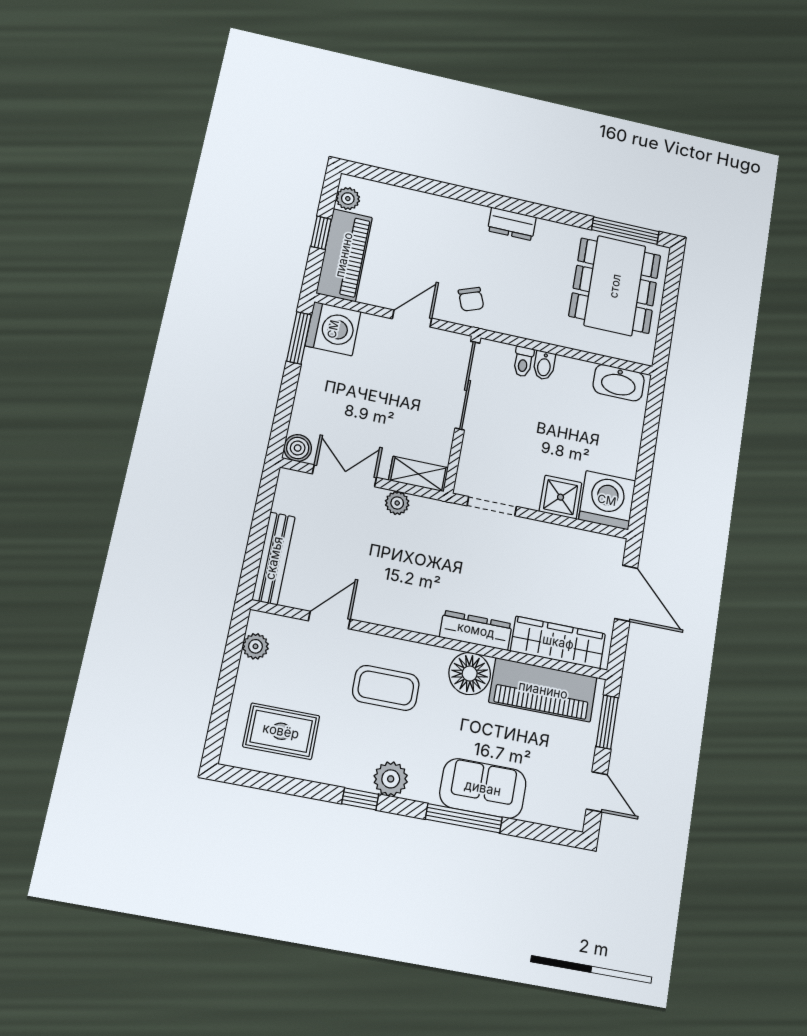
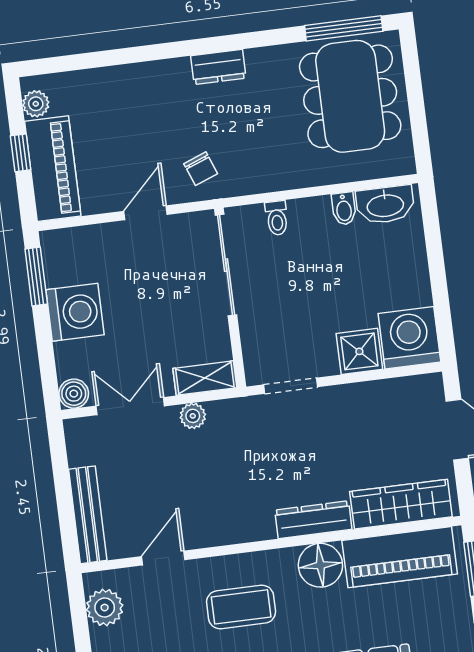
washing machine: (333, 329) -> (75, 312), moved
bidet: (544, 365) -> (344, 209), moved
plant: (255, 646) -> (105, 608), width x1.38, depth x1.38

